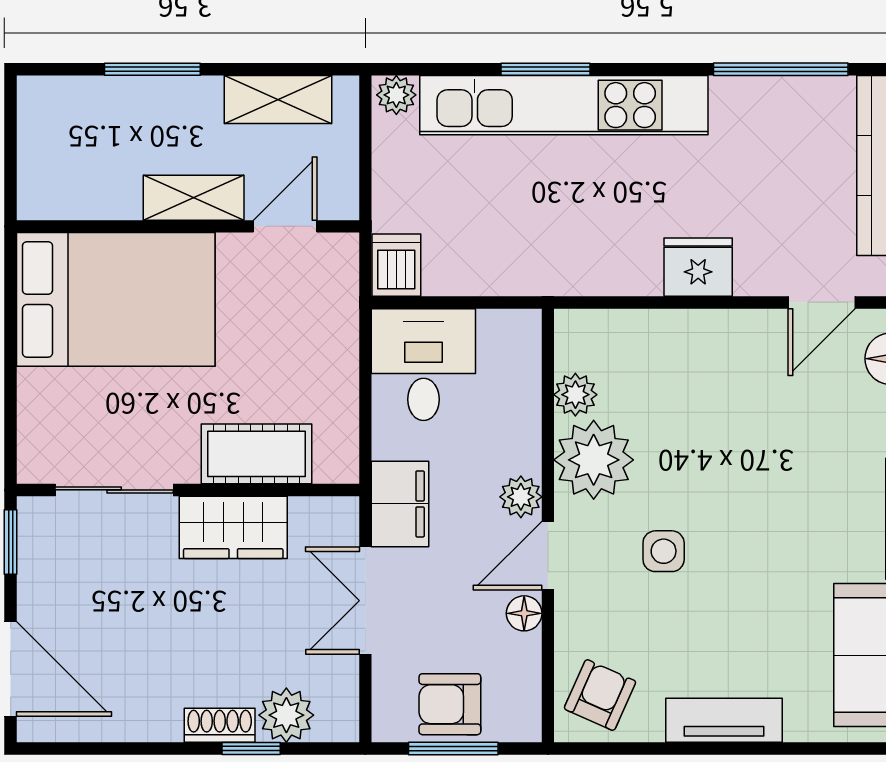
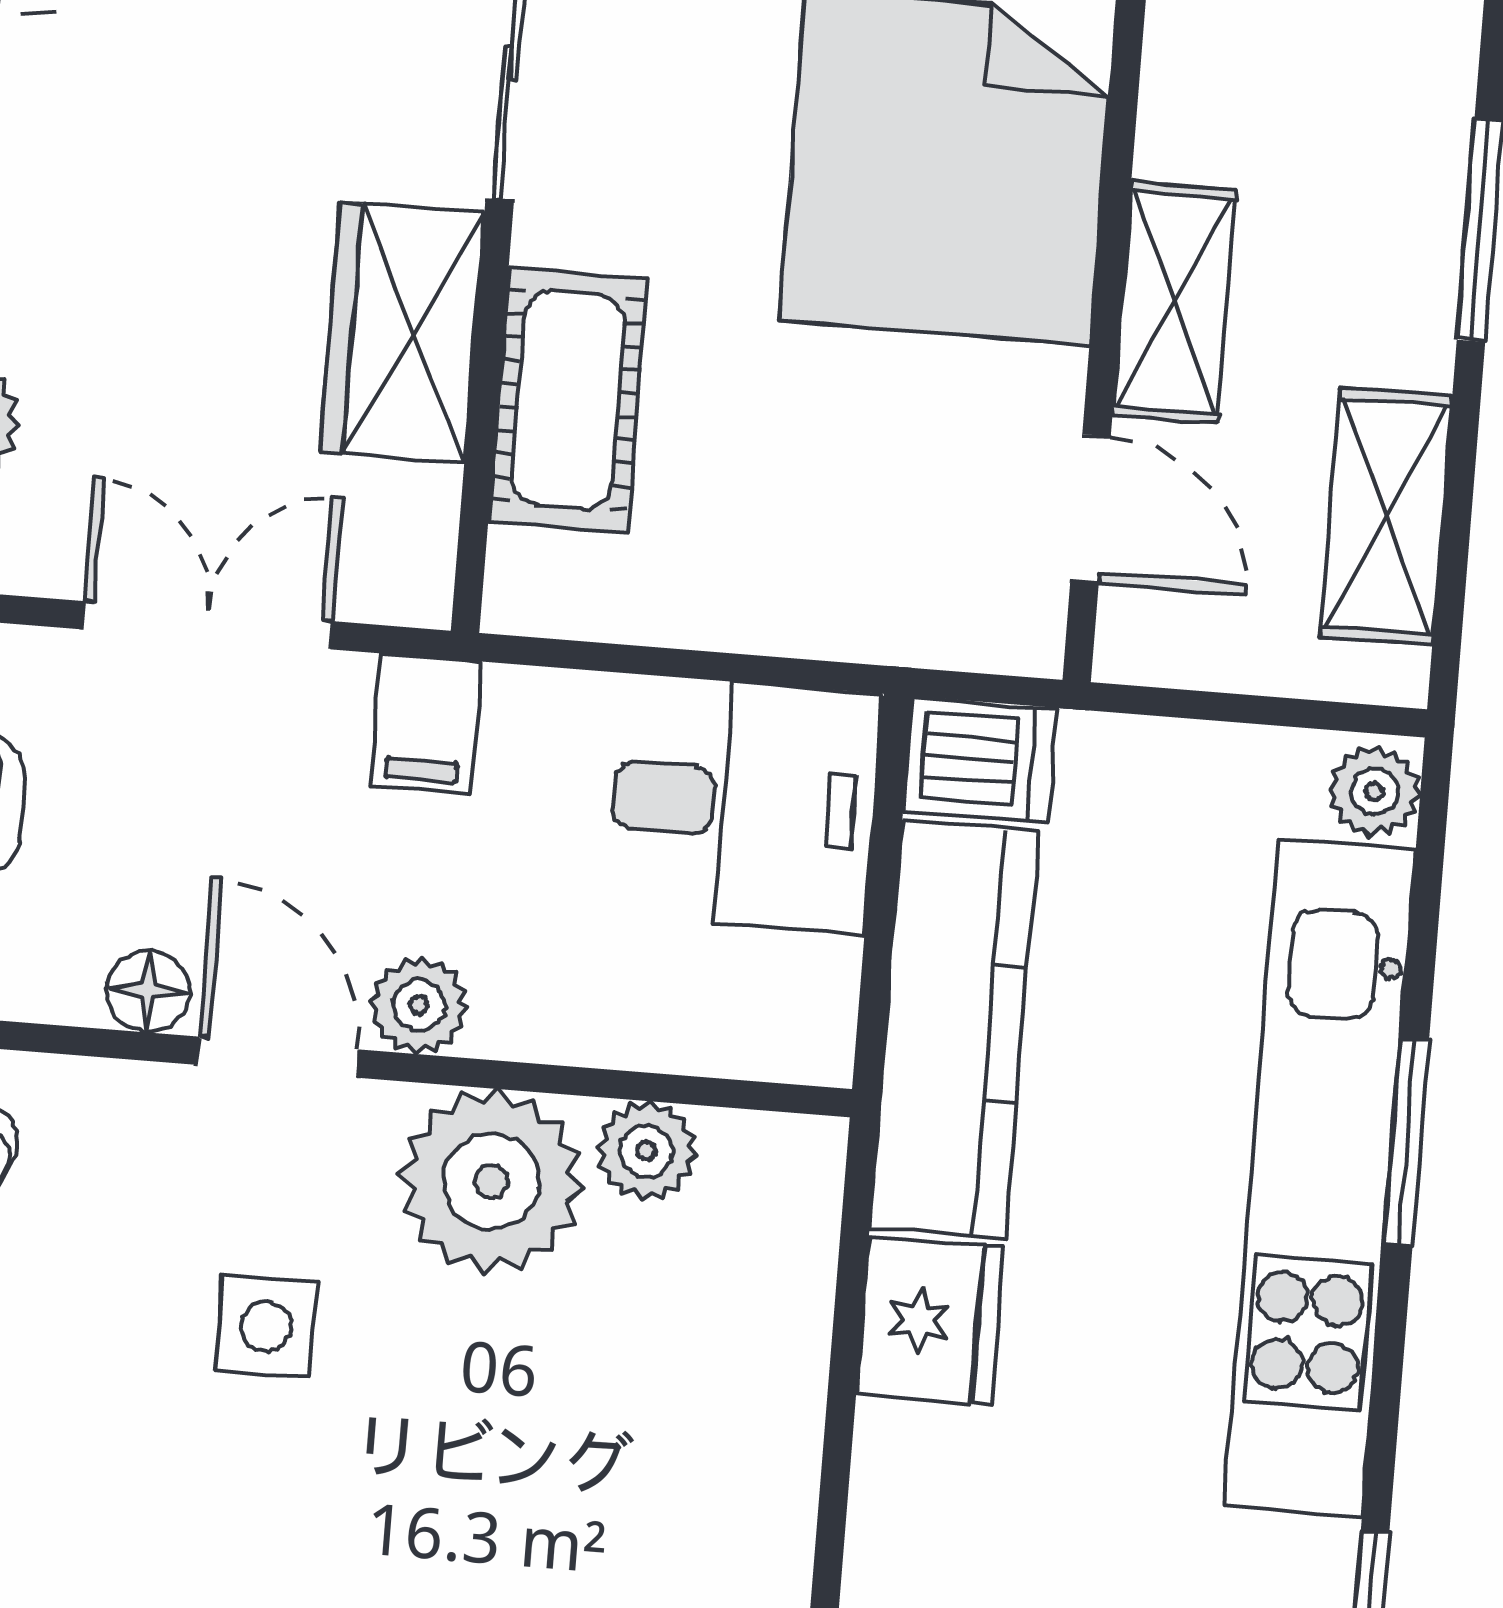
kitchen counter: (512, 267) -> (954, 1029), added
fridge: (698, 267) -> (930, 1321), moved
filing cabinet: (400, 504) -> (425, 724), width x0.50

